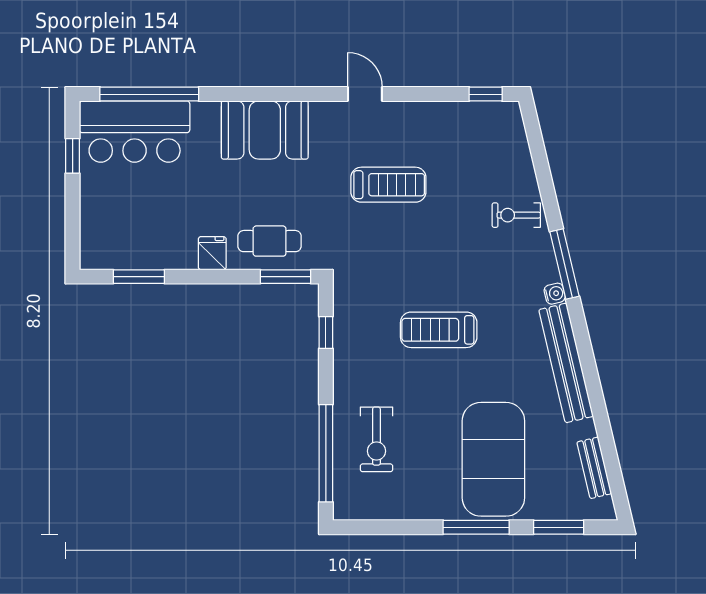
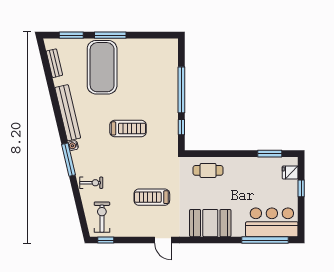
window: (73, 156) -> (301, 188), moved
fridge: (212, 253) -> (290, 172), moved, turned 90
window: (286, 277) -> (200, 154), removed
exercise bike: (376, 439) -> (102, 217), moved
window: (326, 453) -> (181, 90), moved

